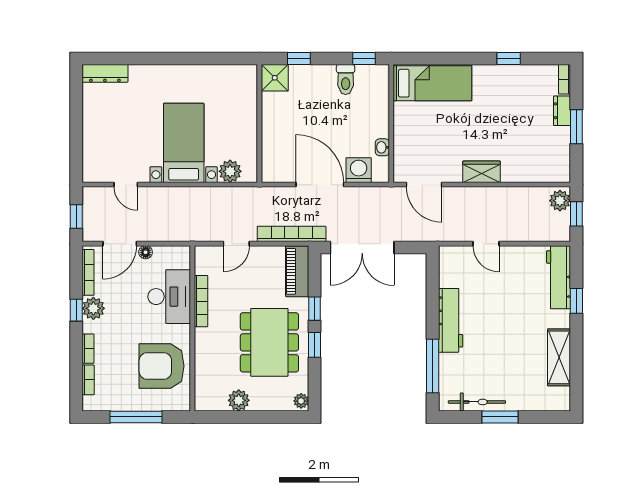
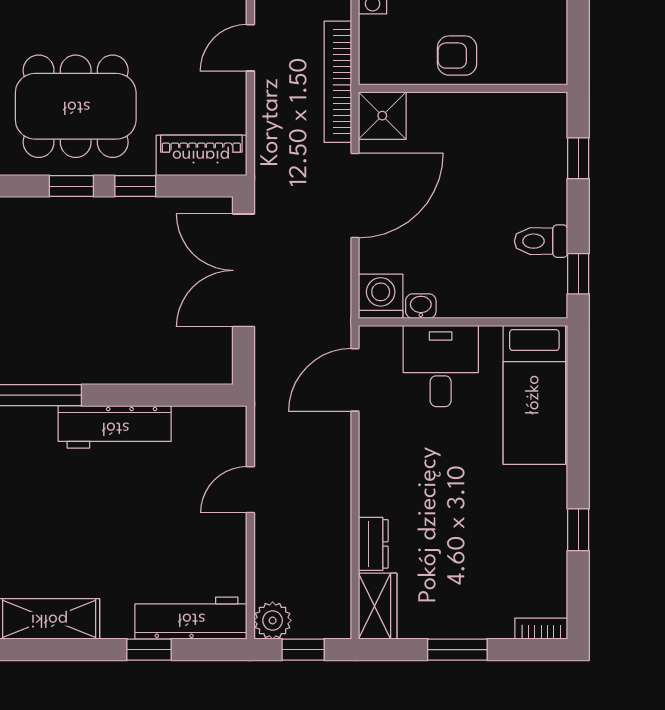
shower: (275, 78) -> (382, 116), moved
dresser: (562, 111) -> (373, 544), moved, turned 90
armchair: (241, 127) -> (457, 56), added
desk: (416, 136) -> (441, 366), added
washing machine: (359, 170) -> (381, 296), moved, turned -90
plant: (230, 171) -> (378, 37), removed
wardrobe: (482, 172) -> (378, 606), moved
plant: (560, 201) -> (273, 620), moved
bookcase: (292, 234) -> (338, 82), moved, turned 180
door: (236, 244) -> (250, 48), hinge flipped

